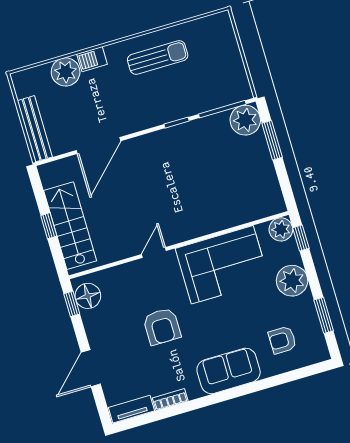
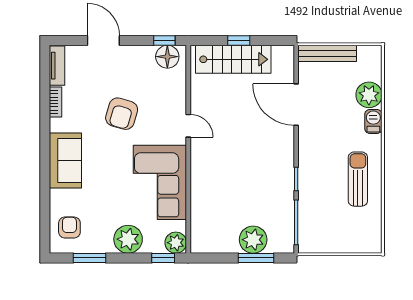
sun lounger: (158, 57) -> (358, 179), turned 180
plant: (245, 120) -> (253, 240), moved
armchair: (162, 326) -> (122, 114), turned -74
armchair: (282, 340) -> (69, 228), moved

